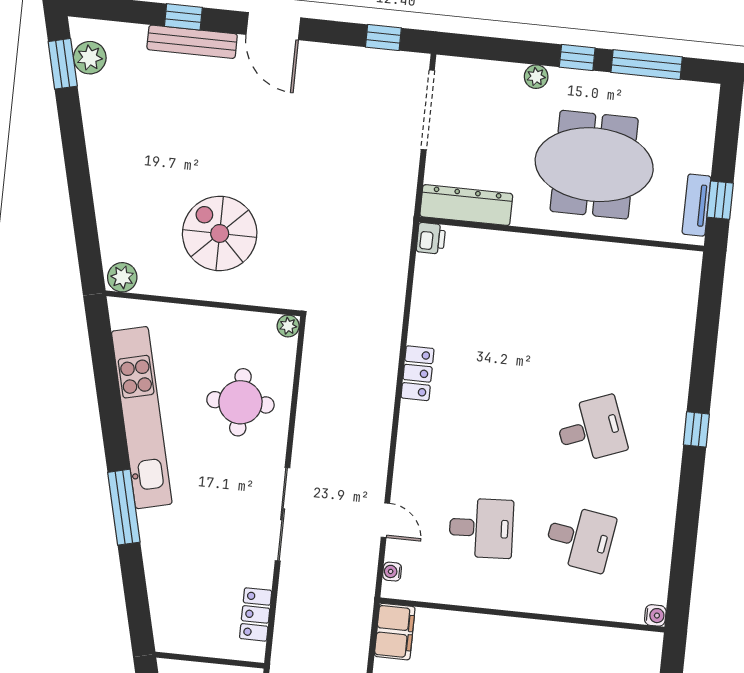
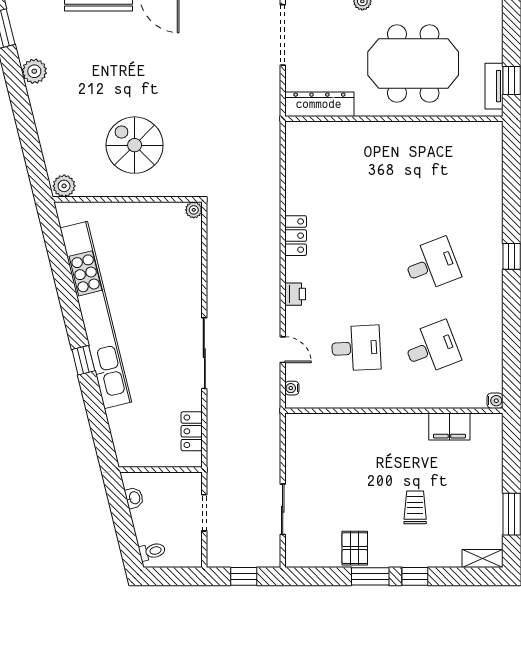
plant: (90, 58) -> (34, 71), moved
printer: (431, 238) -> (295, 294), moved
round table: (240, 402) -> (164, 272), removed
kitchen unit: (142, 418) -> (96, 315), width x1.36
window: (124, 507) -> (83, 360), width x0.46
desk: (580, 538) -> (432, 348), turned -30
filing cabinet: (395, 632) -> (449, 427), moved, turned 90

